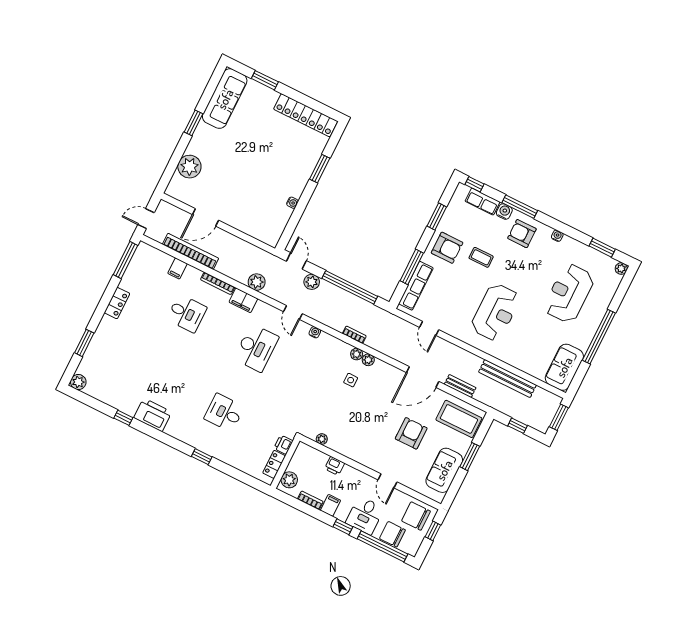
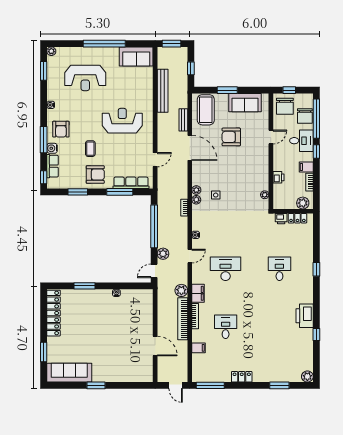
plant: (189, 167) -> (126, 374), removed
armchair: (447, 248) -> (95, 175), turned 90
bookcase: (191, 251) -> (183, 319), moved
desk: (224, 413) -> (279, 269), turned 180

